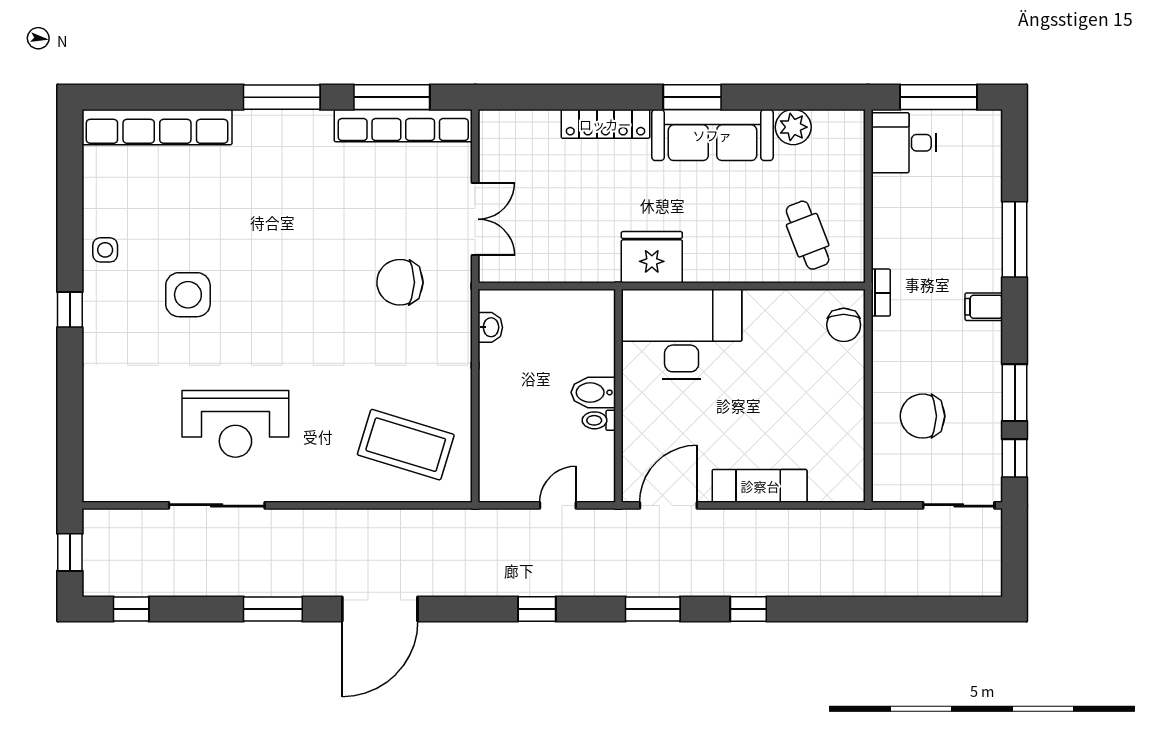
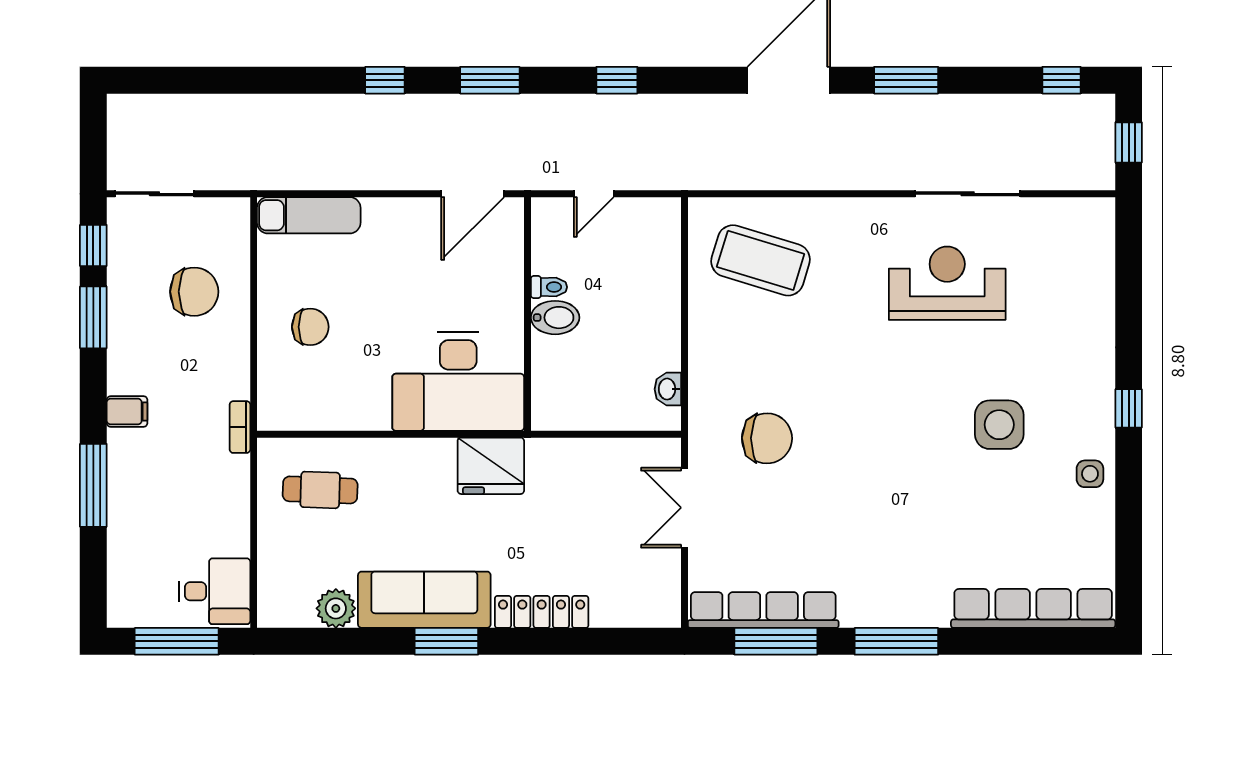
cafe table: (808, 235) -> (320, 490), turned -67
chair: (844, 325) -> (310, 327), moved, turned 90
exam couch: (760, 486) -> (309, 215), moved

